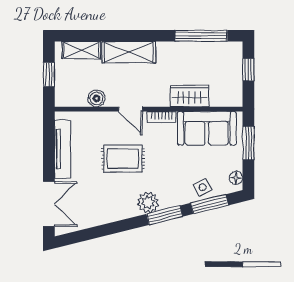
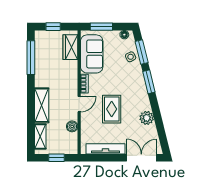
wardrobe: (189, 96) -> (70, 47), moved
plant: (148, 202) -> (147, 118), moved

